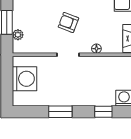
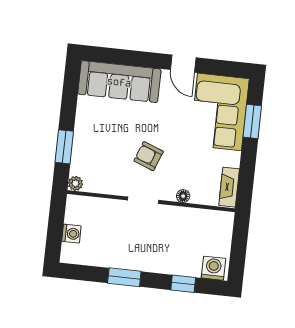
plant: (18, 35) -> (75, 183), moved
washing machine: (25, 79) -> (71, 234), width x0.53, depth x0.53

